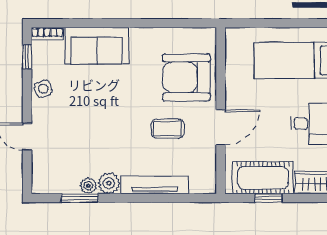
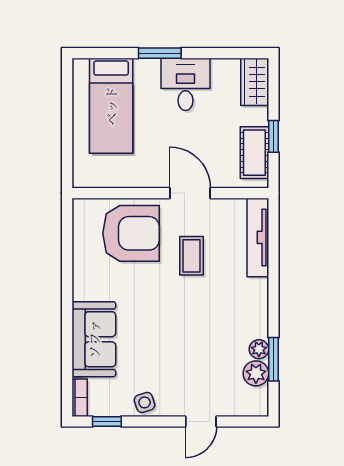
armchair: (187, 77) -> (131, 233), turned -90
cot: (263, 178) -> (254, 153), width x0.73, depth x0.75
plant: (109, 183) -> (256, 373), moved
tv unit: (155, 185) -> (258, 237), moved

